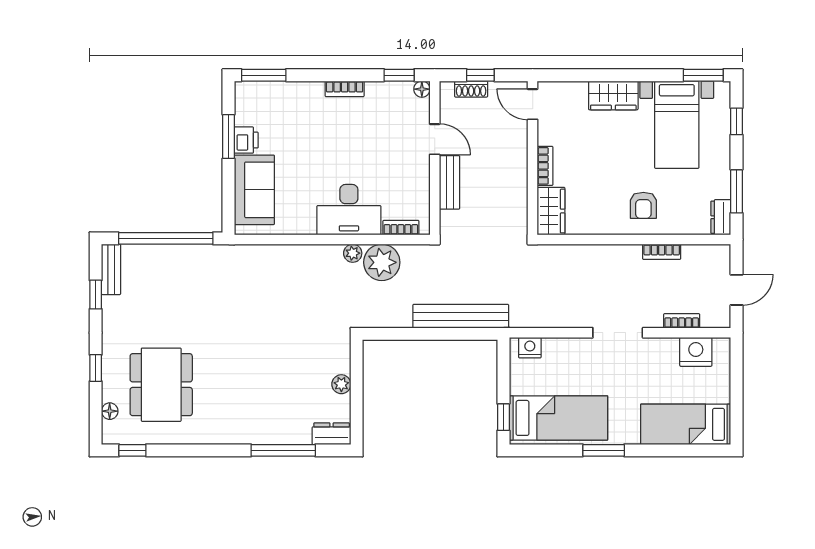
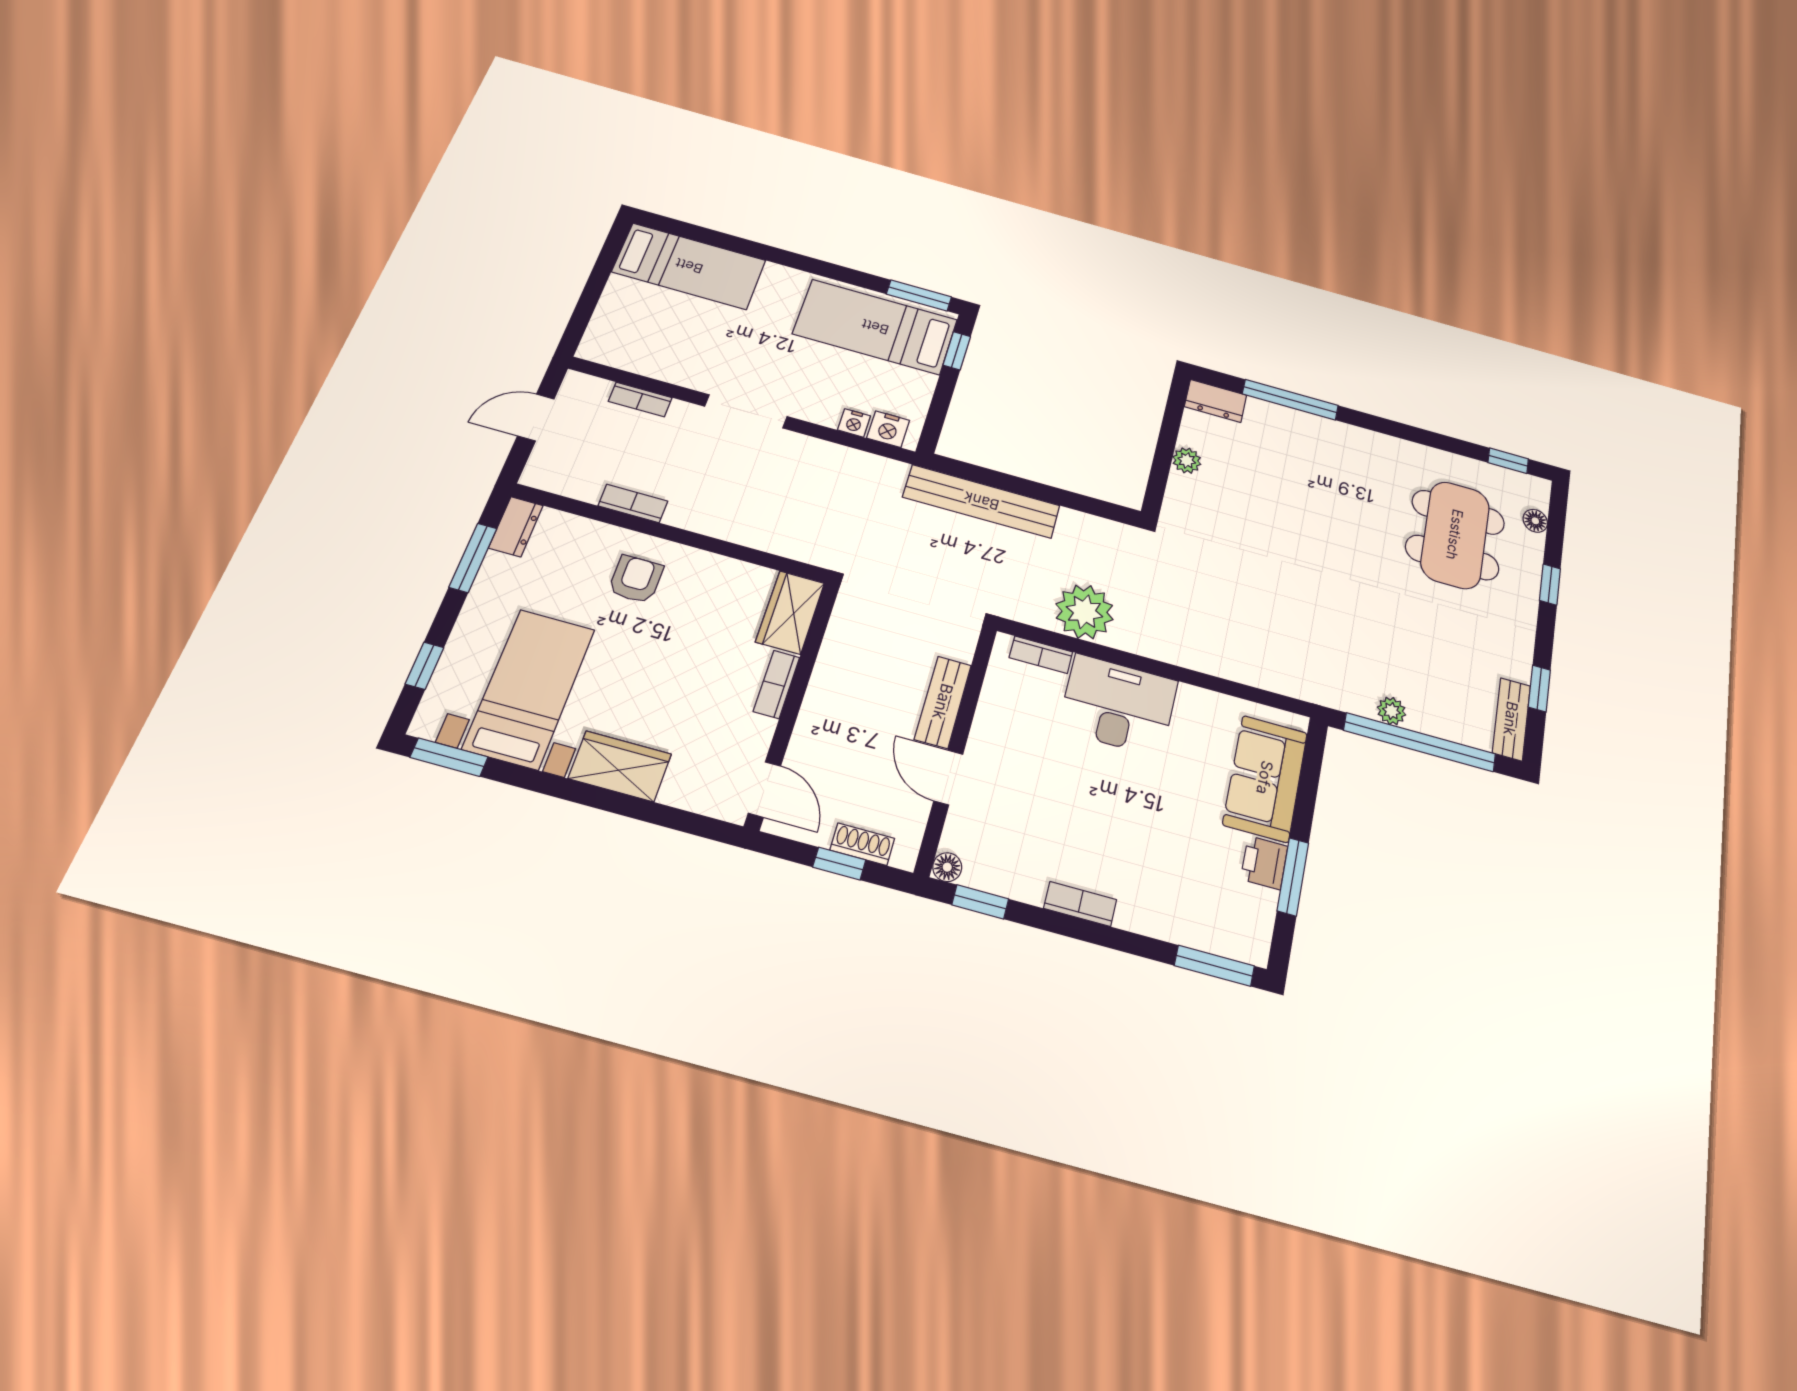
plant: (353, 253) -> (1392, 711), moved
nightstand: (696, 352) -> (854, 423), moved, width x0.53, depth x0.56
window: (604, 450) -> (919, 295), moved

